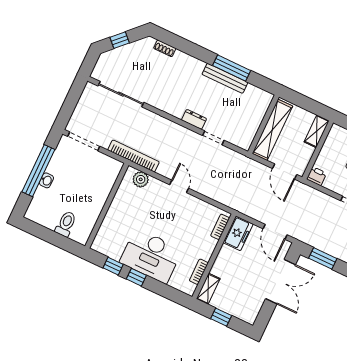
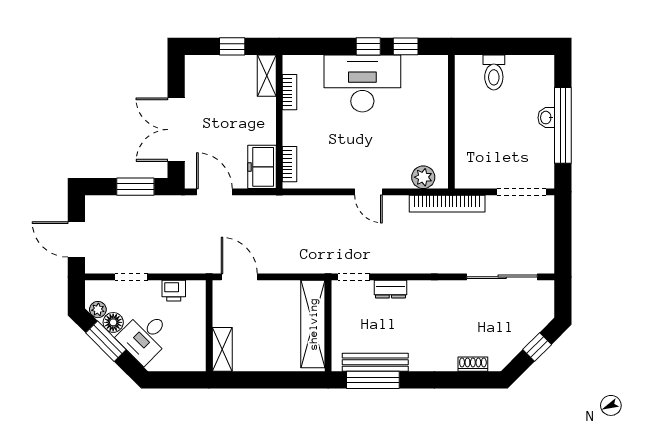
wall: (263, 124) -> (328, 326), moved
shelving: (272, 130) -> (313, 324), moved
printer: (317, 176) -> (174, 291), moved

